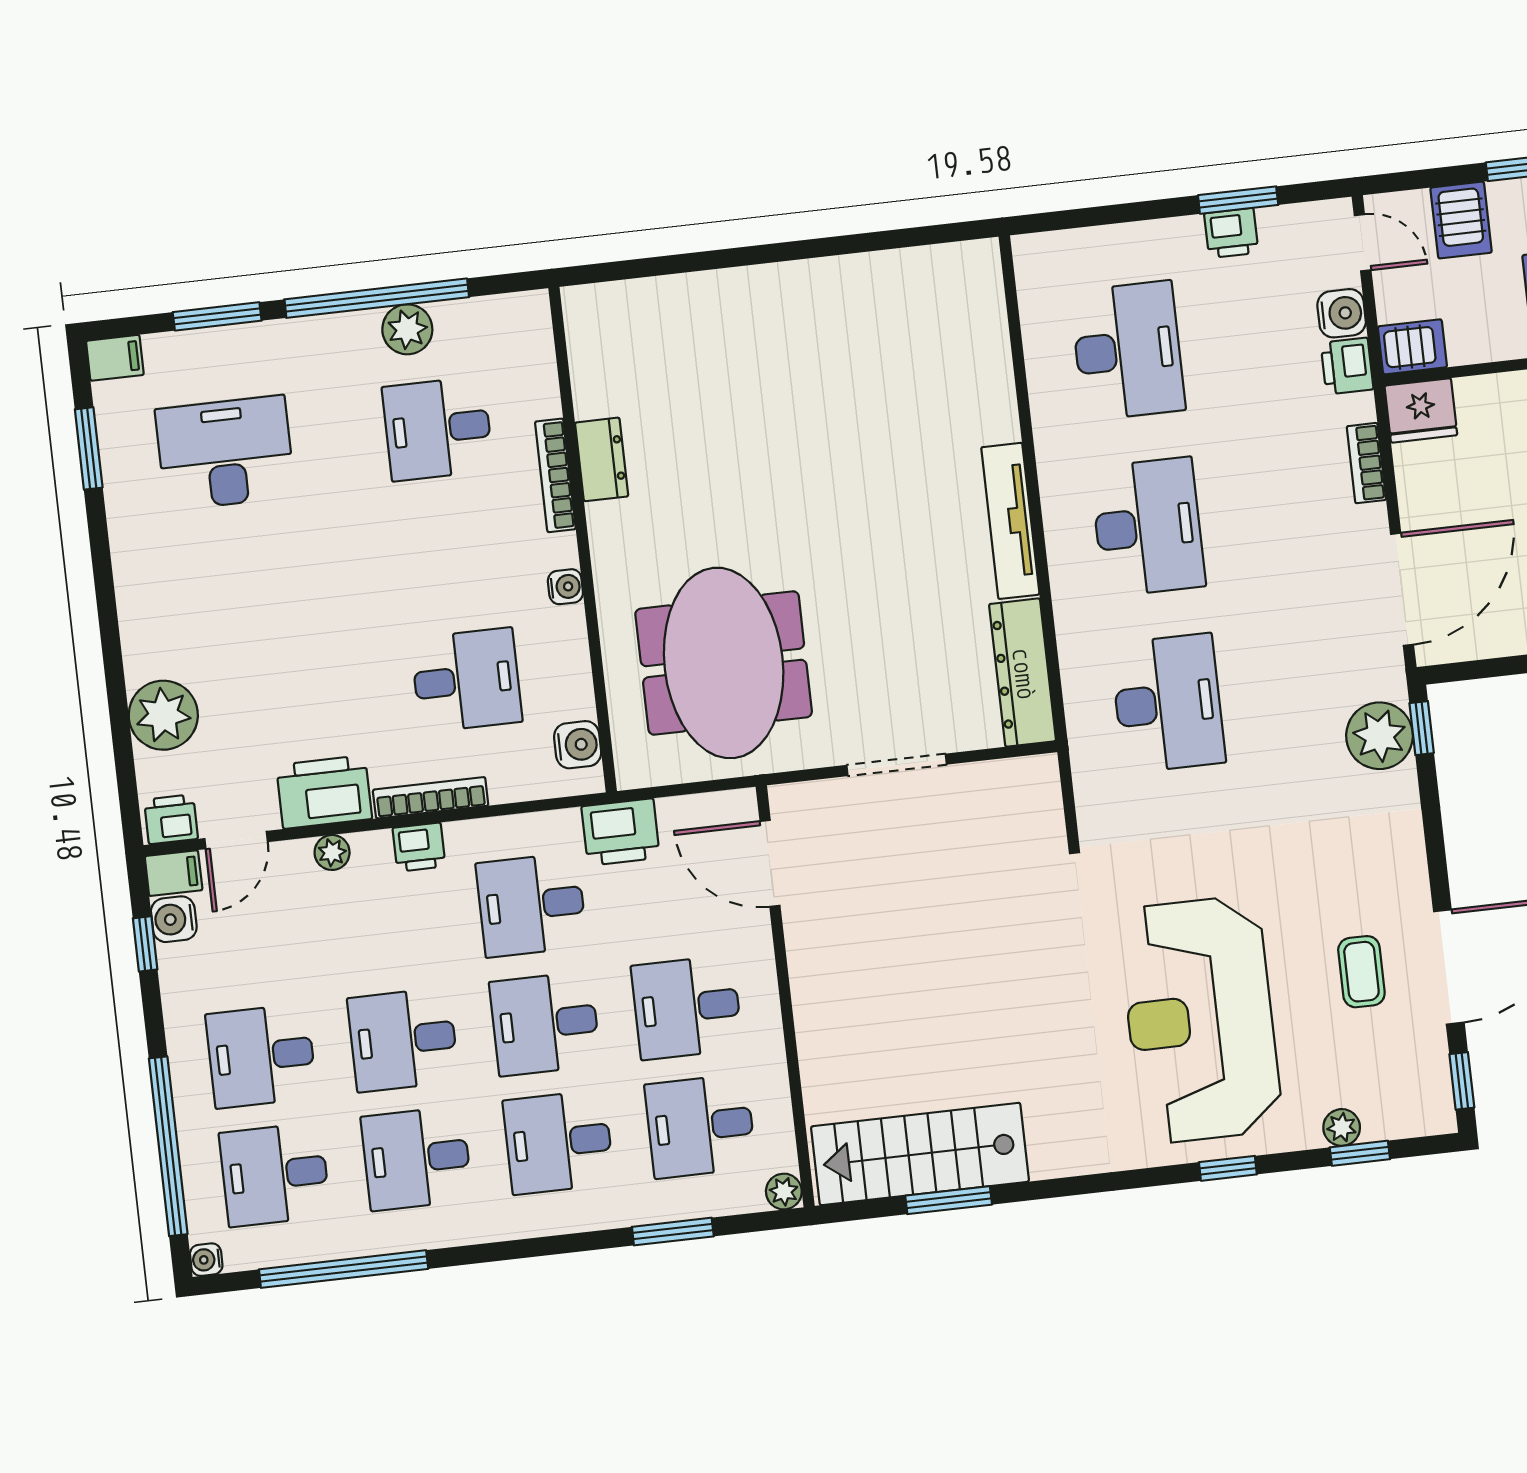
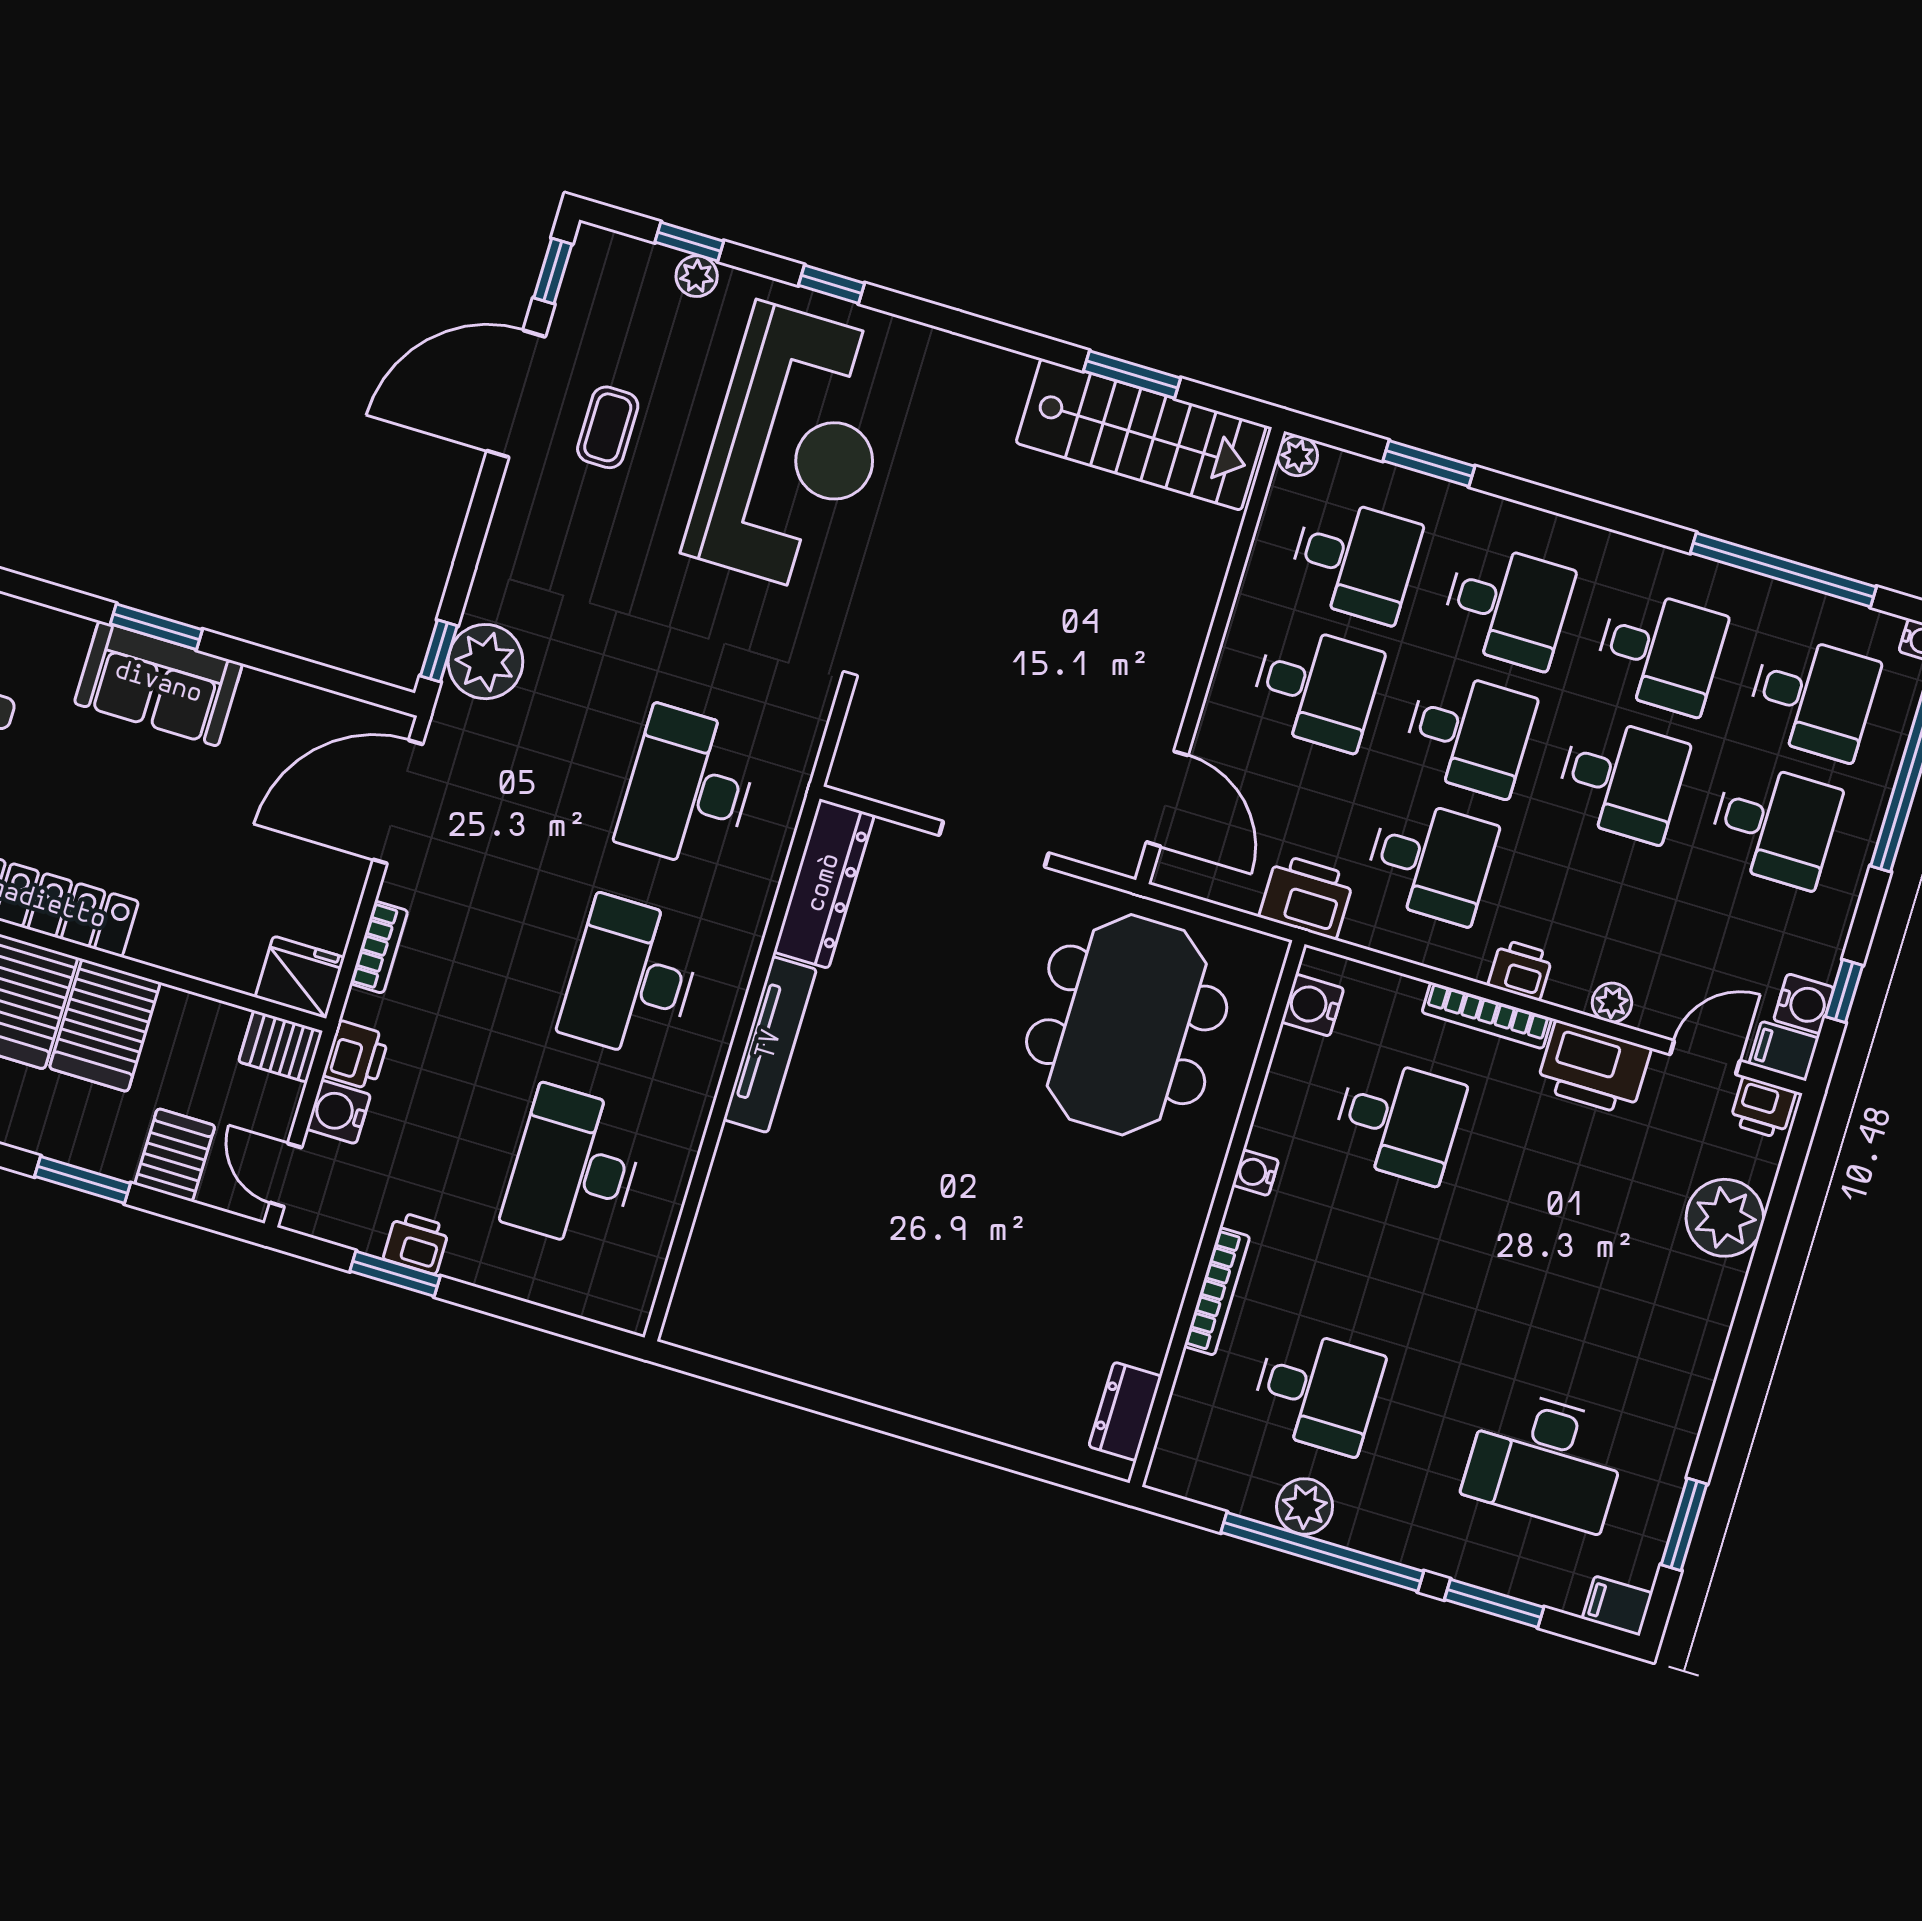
dresser: (602, 459) -> (1125, 1411), moved
desk: (466, 680) -> (1398, 1120), turned 180

